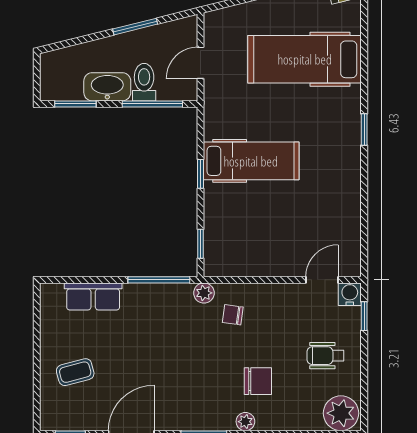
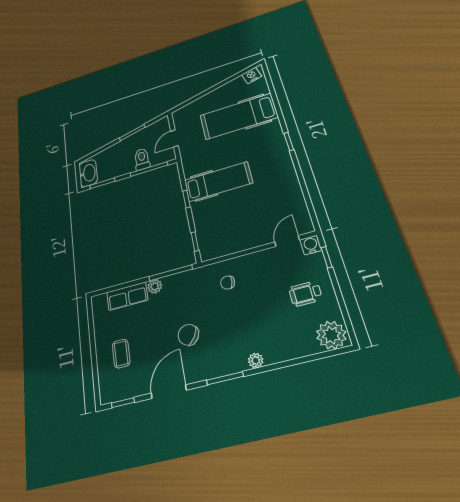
washbasin: (107, 87) -> (88, 173), moved, turned 90
plant: (204, 293) -> (155, 286), moved
coffee table: (75, 372) -> (121, 353), turned -75
chair: (258, 381) -> (188, 335), moved, turned -147

